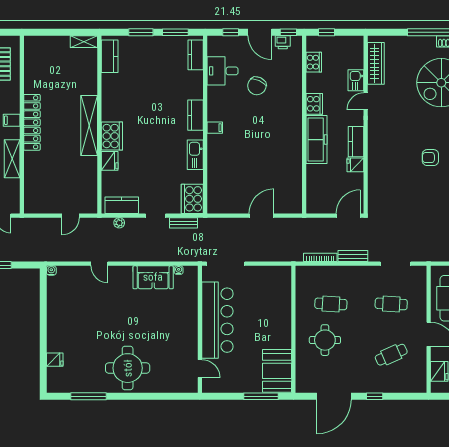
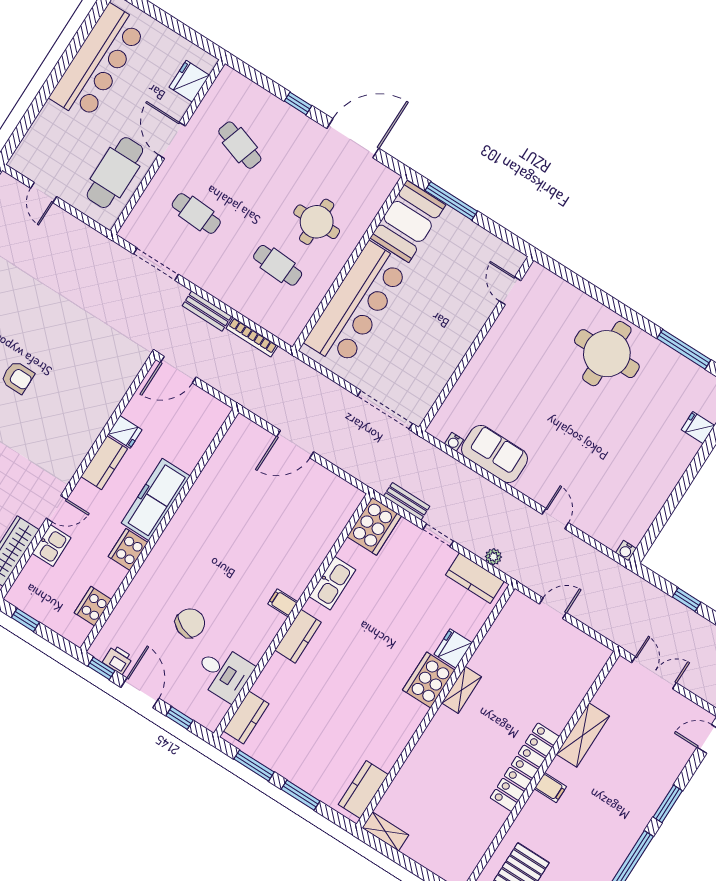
window: (327, 32) -> (25, 620), moved
shelving: (89, 125) -> (462, 690), width x0.45, depth x0.75
bar counter: (217, 320) -> (357, 305), moved, turned 180
cafe table: (391, 355) -> (240, 145), turned 42

